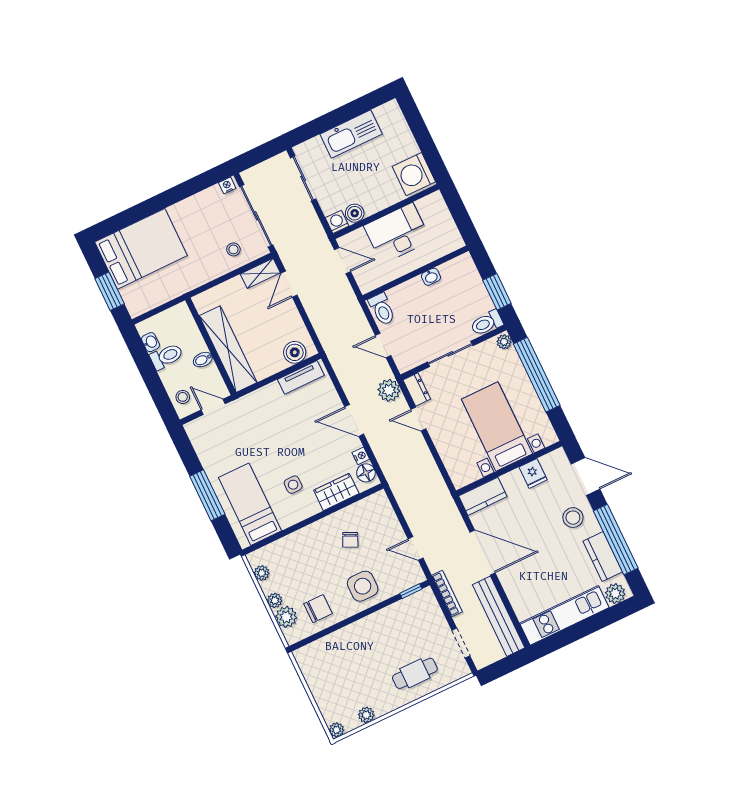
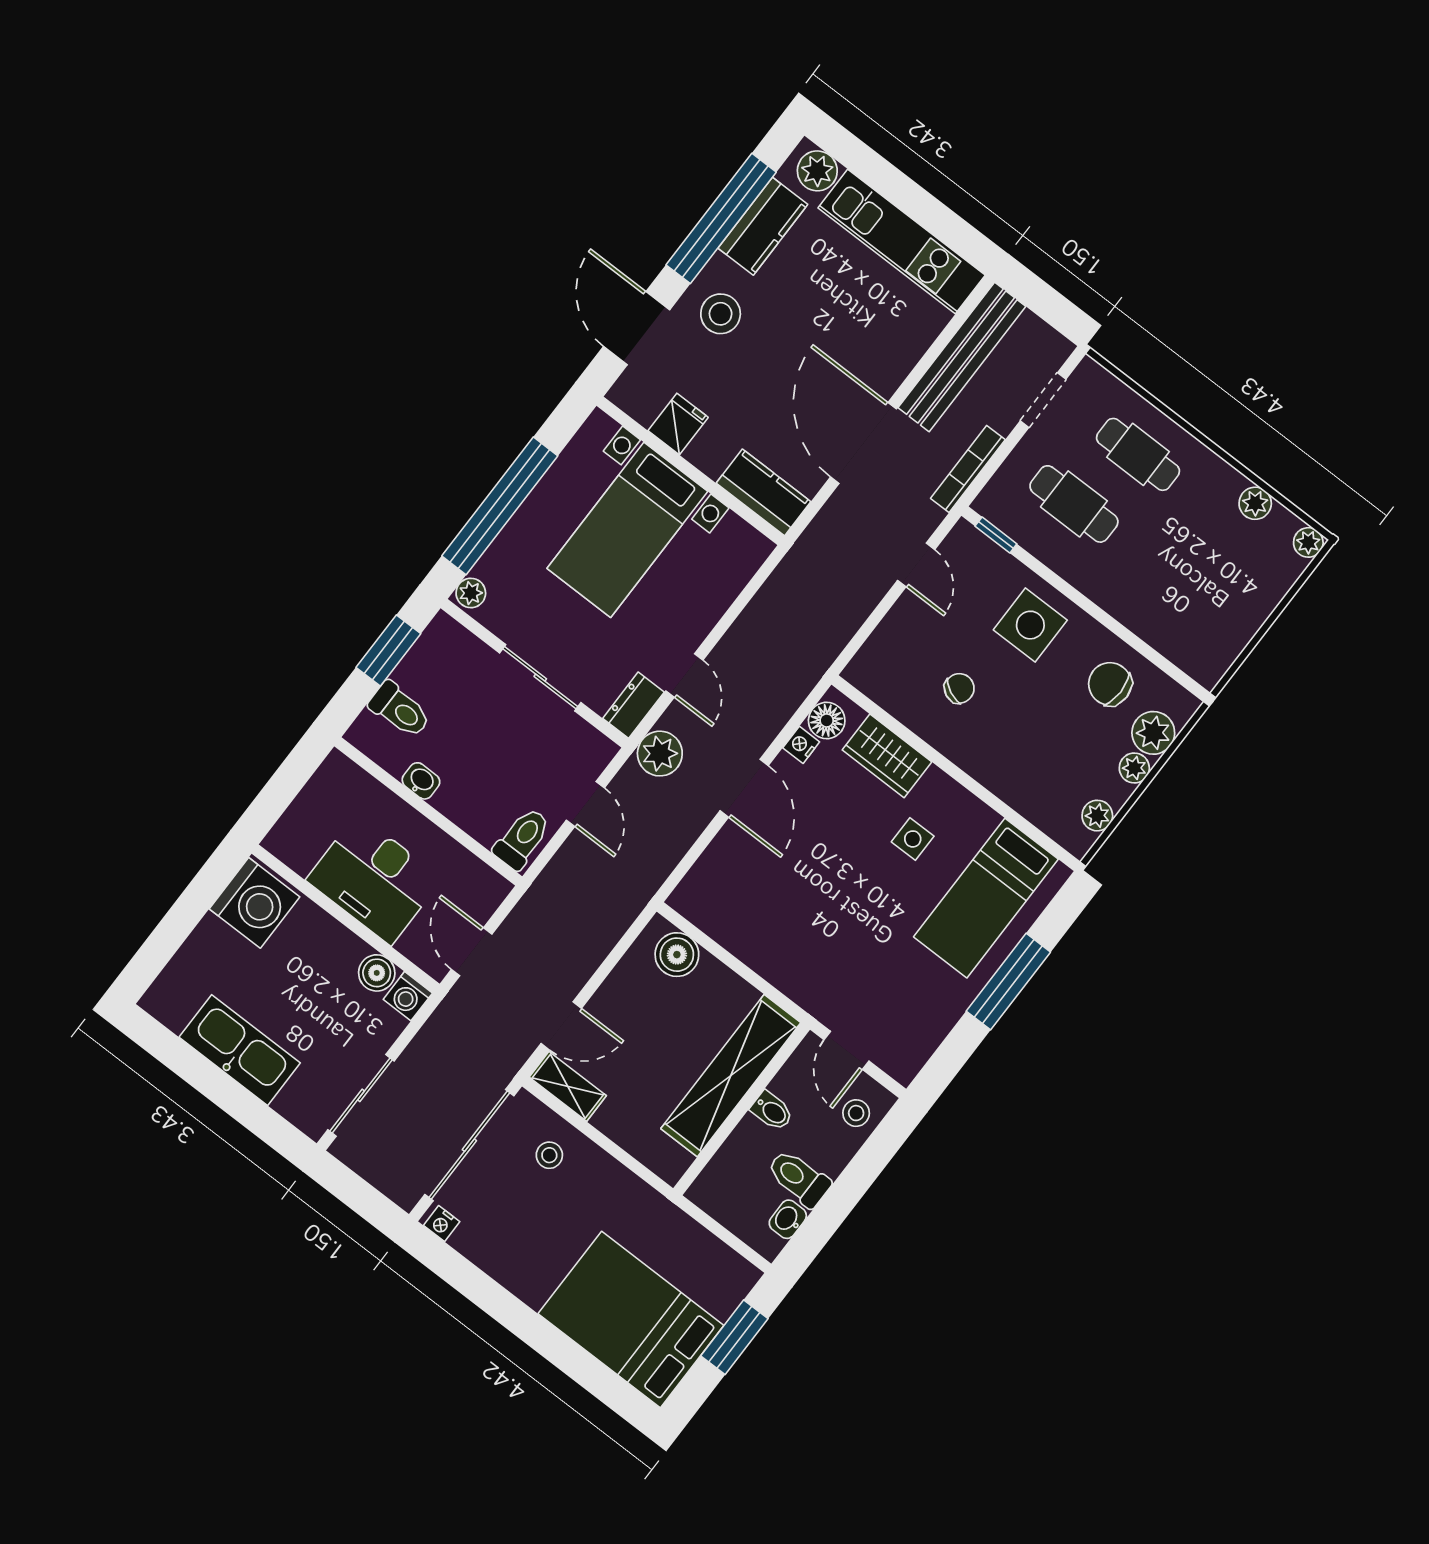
toilet: (487, 323) -> (400, 710), moved
tv unit: (301, 377) -> (716, 921), removed
cafe table: (407, 633) -> (1074, 504), added

